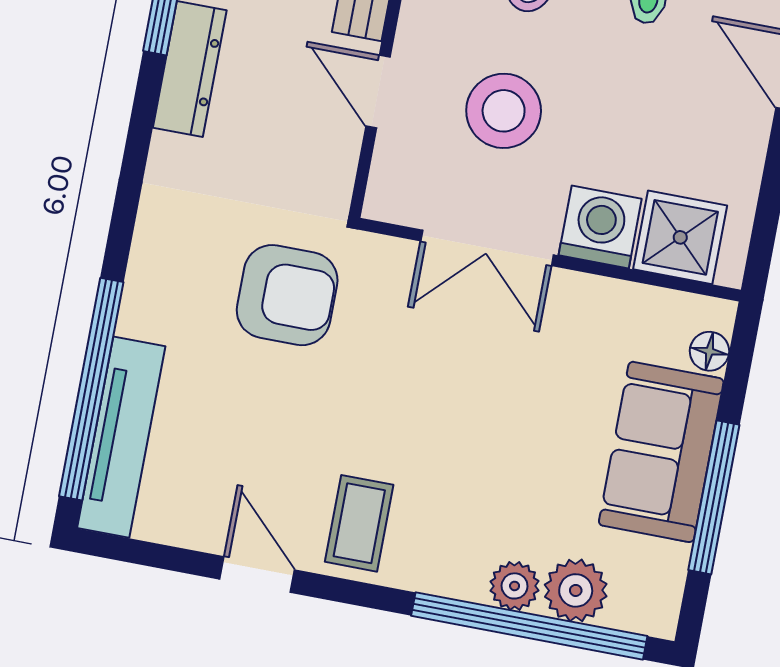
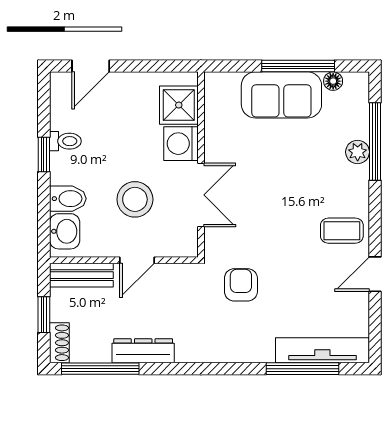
armchair: (287, 295) -> (241, 285), width x0.72, depth x0.72
floor lamp: (709, 351) -> (333, 81), moved
window: (91, 389) -> (303, 369), width x0.68
plant: (576, 590) -> (354, 123), removed
window: (529, 626) -> (375, 142), width x0.68

